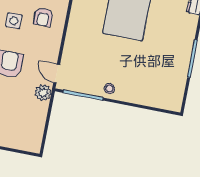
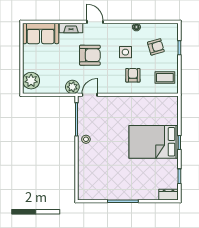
armchair: (43, 17) -> (133, 75), turned 90
plant: (26, 141) -> (31, 81), added

